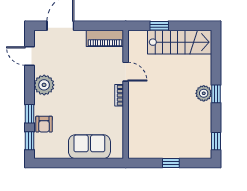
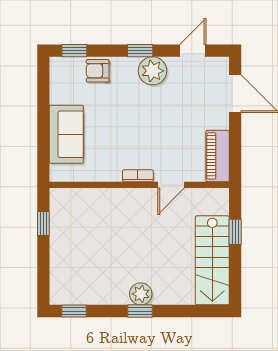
window: (30, 114) -> (140, 51), moved
window: (171, 163) -> (43, 223), moved

